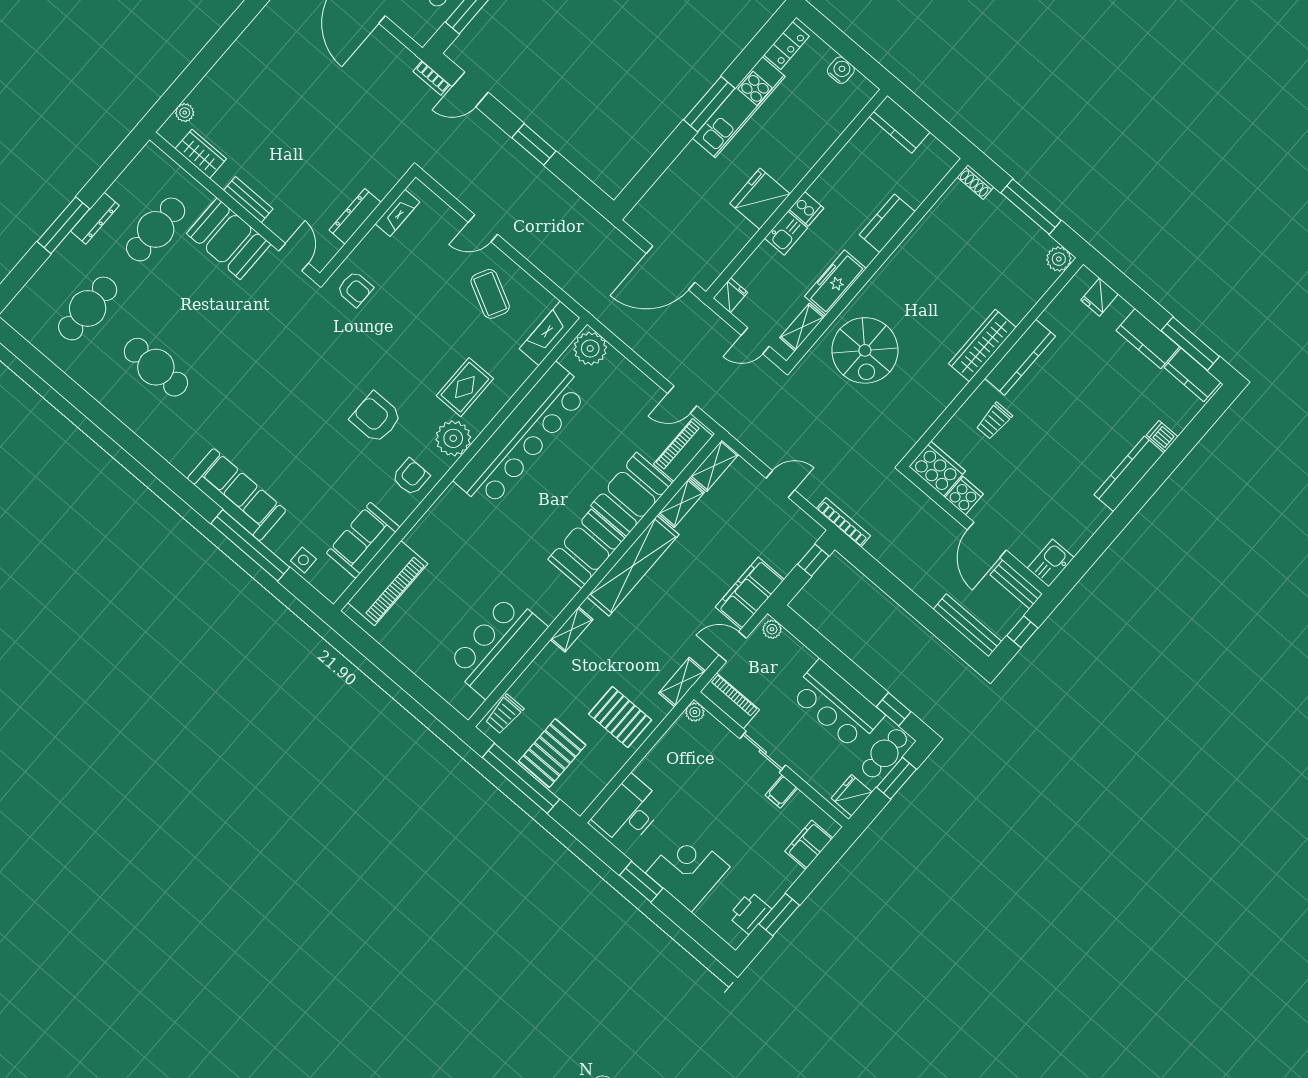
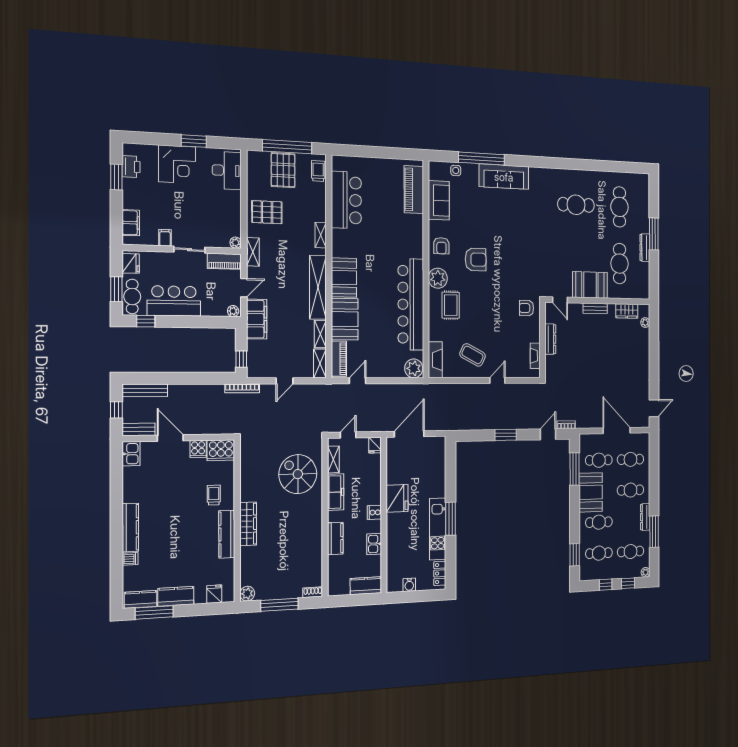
kitchen sink: (786, 233) -> (374, 544), moved

